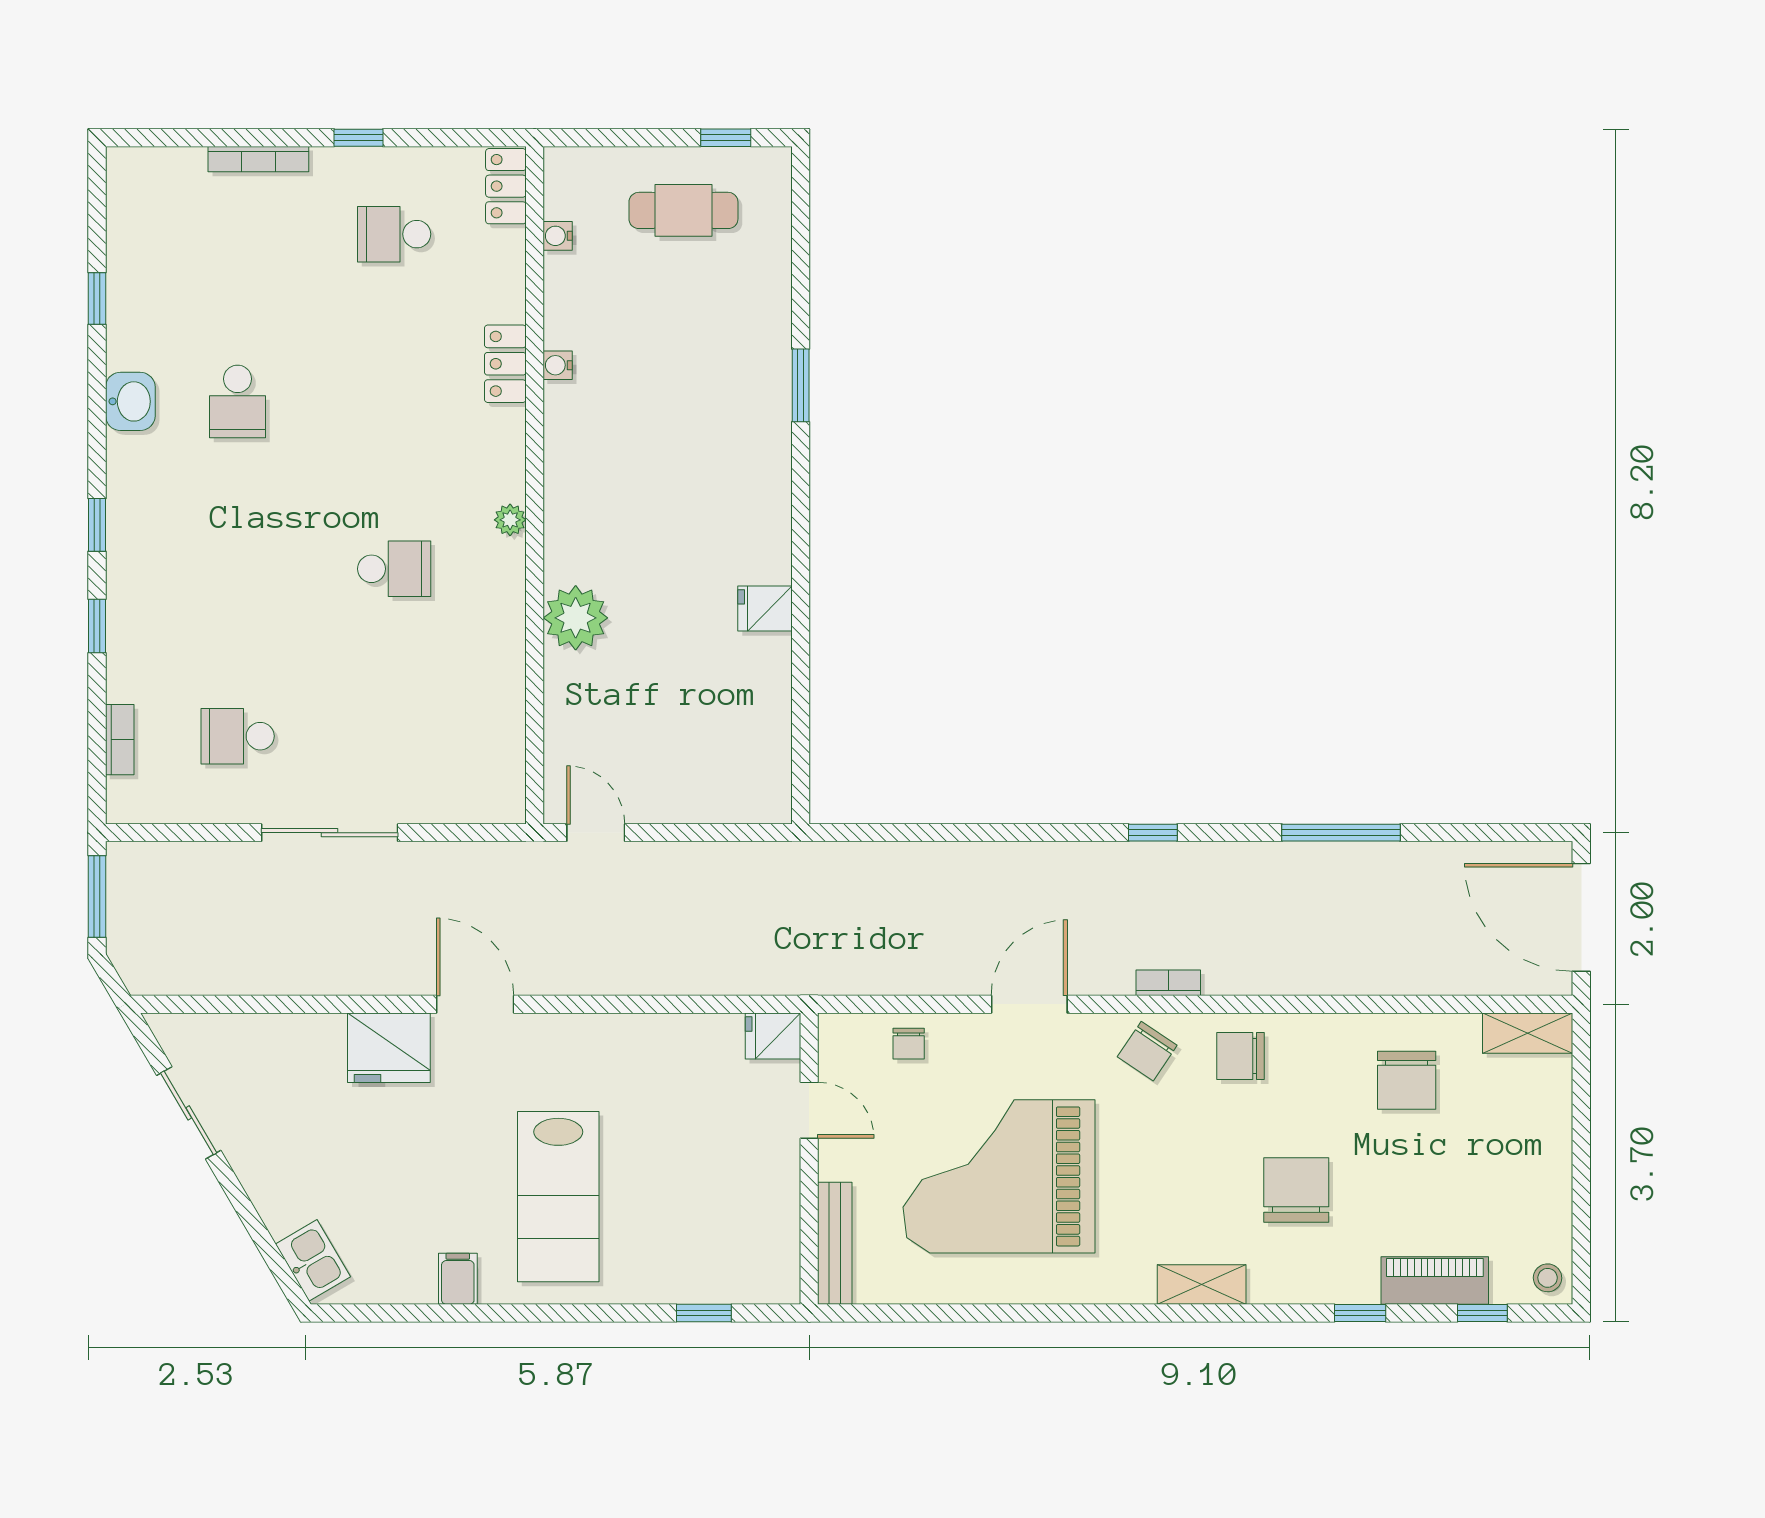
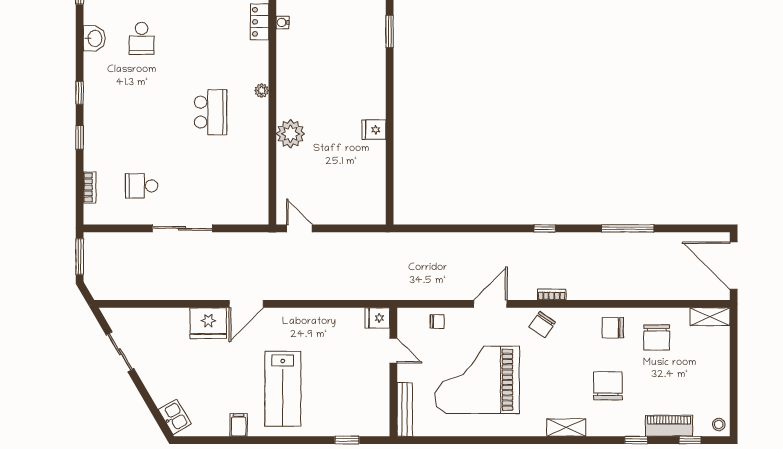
school desk: (394, 569) -> (211, 112), width x1.85
door: (475, 1004) -> (246, 304), swing flipped
chair: (909, 1044) -> (437, 321), turned -90
chair: (1240, 1056) -> (613, 328), moved

